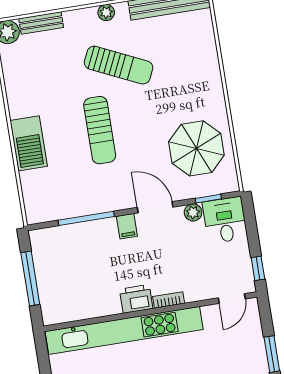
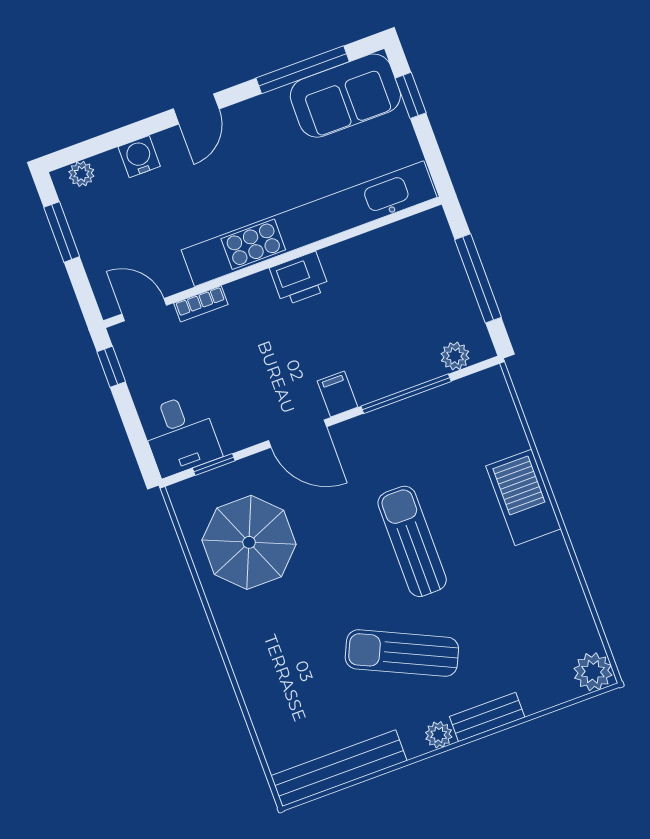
bench: (41, 23) -> (487, 717), moved
plant: (193, 212) -> (455, 356), moved
door: (232, 298) -> (144, 310), hinge flipped
bookcase: (169, 300) -> (201, 304), moved

